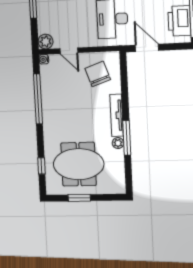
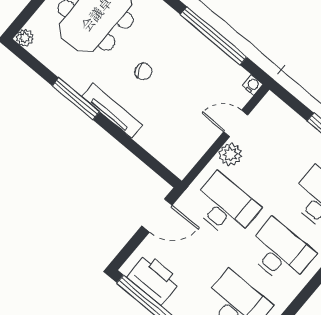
plant: (46, 42) -> (230, 154), moved
chair: (98, 74) -> (143, 71), moved, width x0.54, depth x0.54
plant: (118, 143) -> (25, 38), moved

